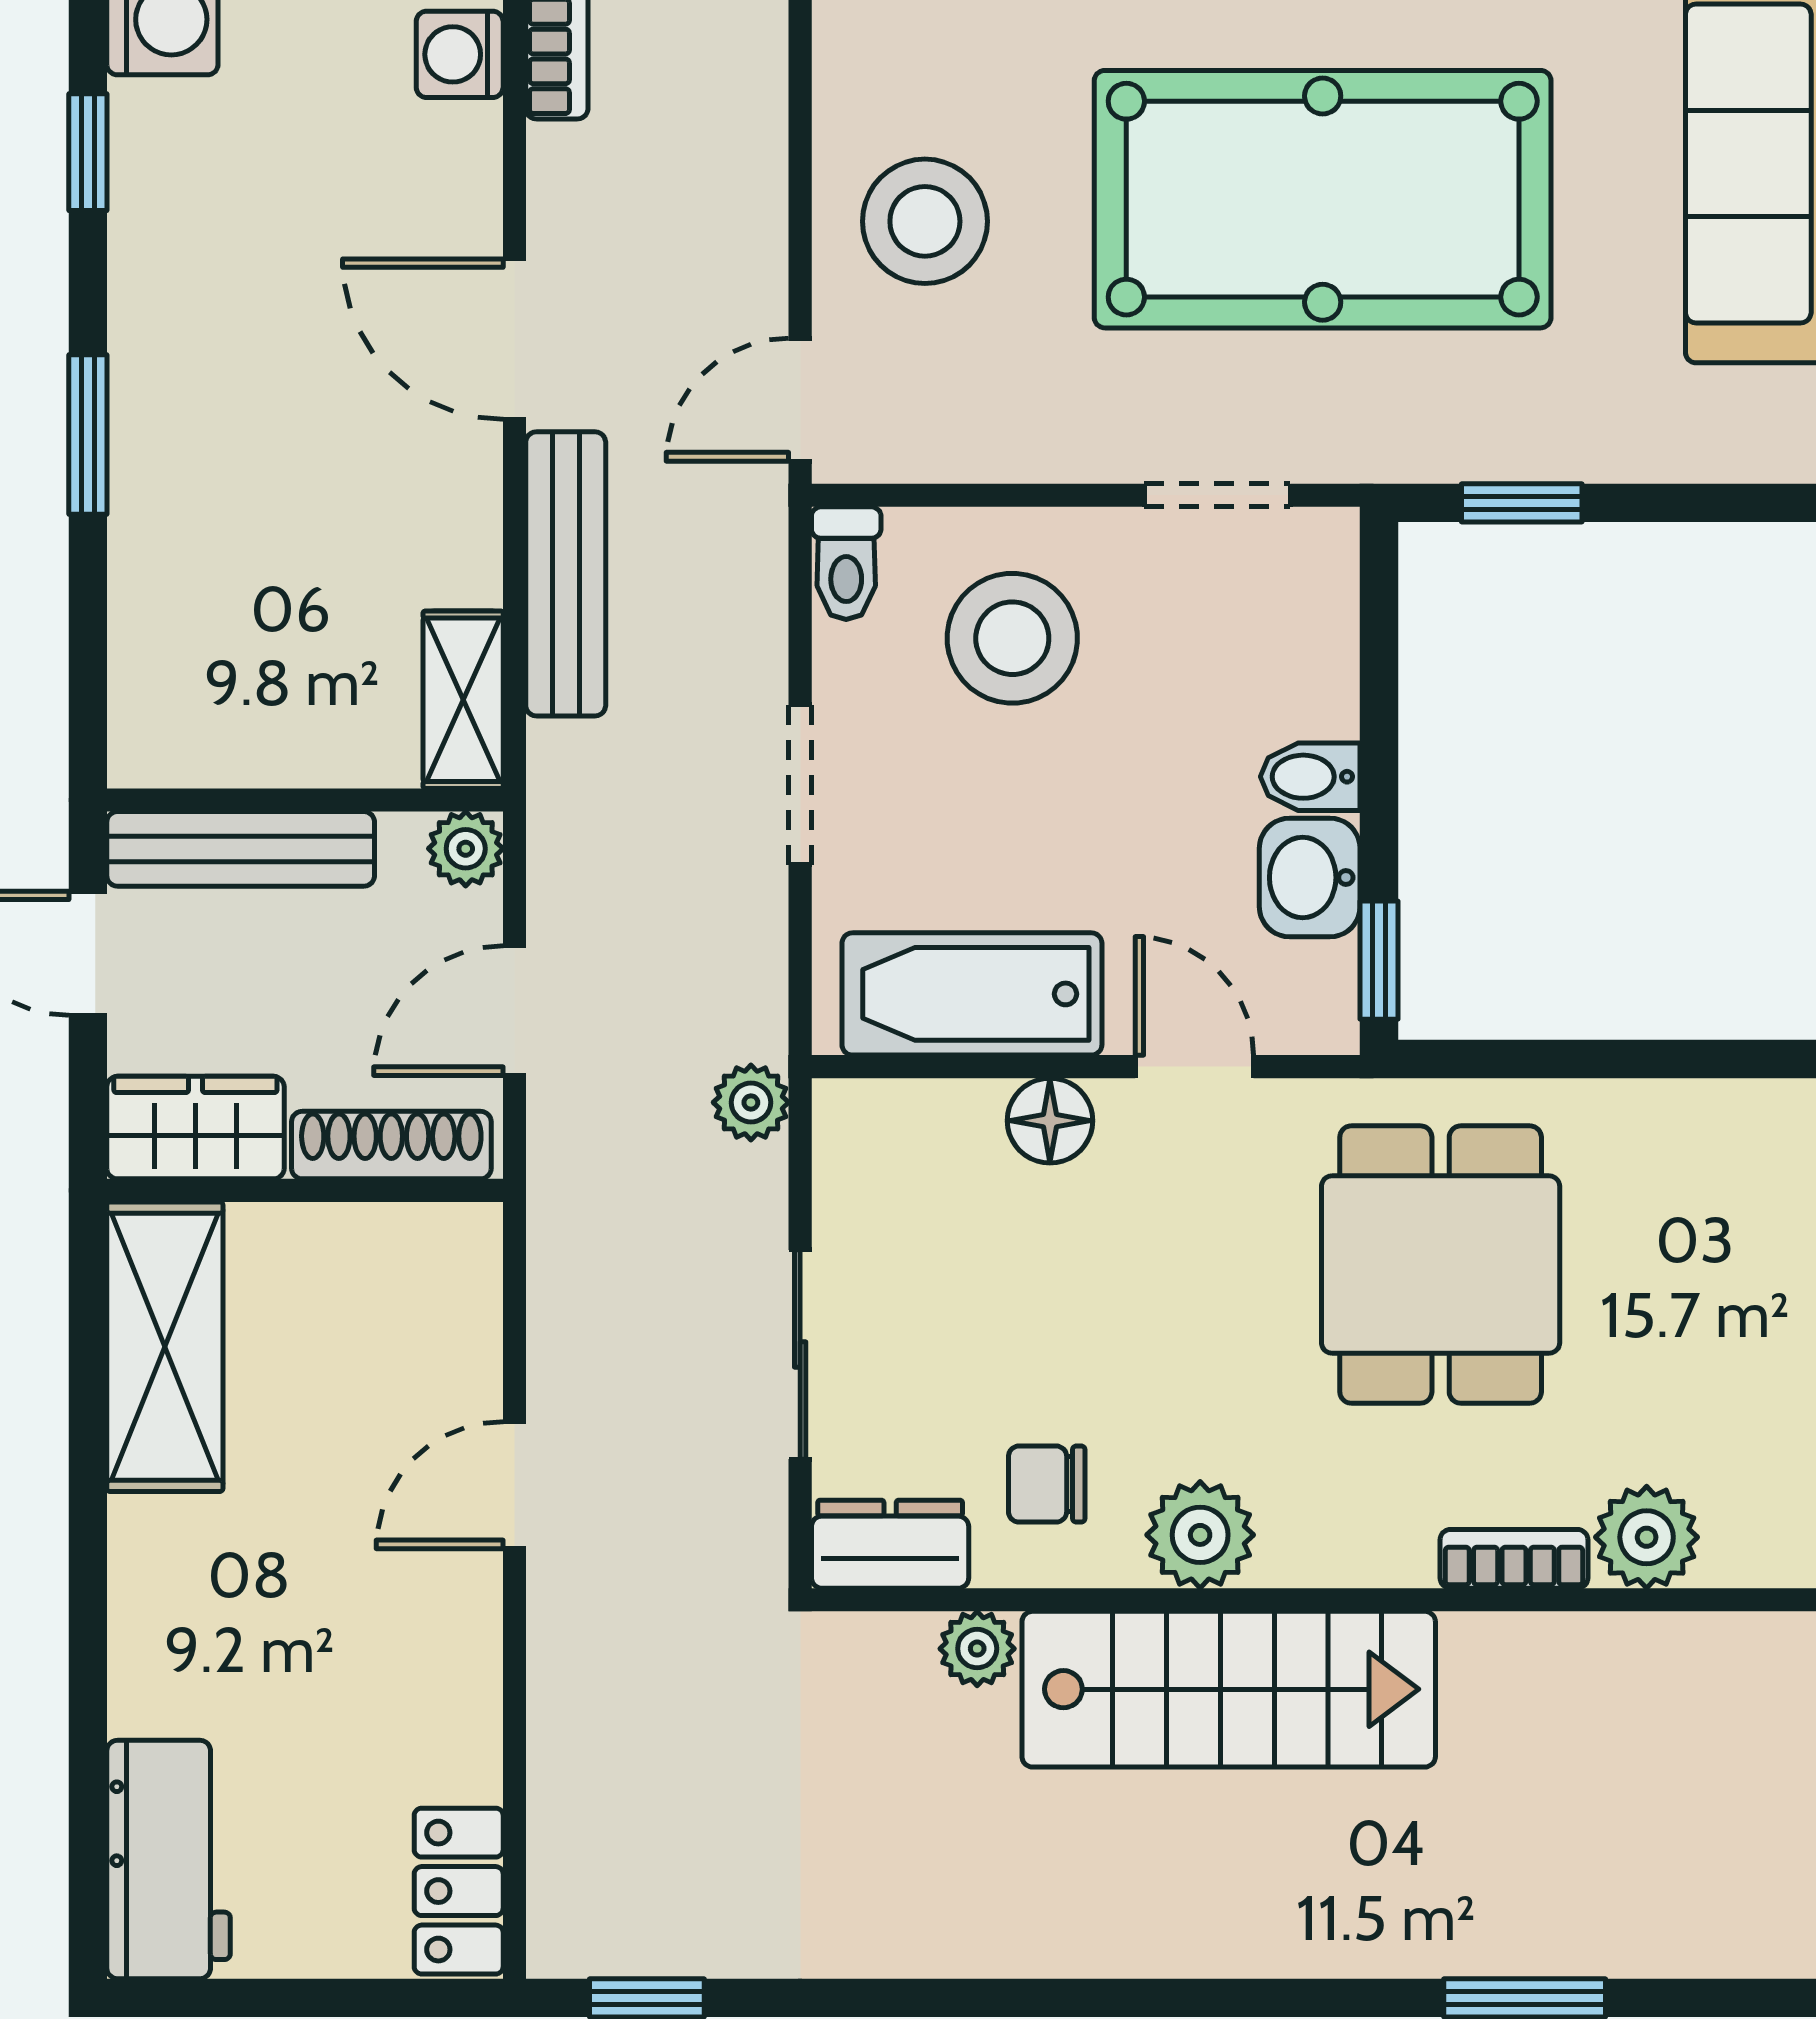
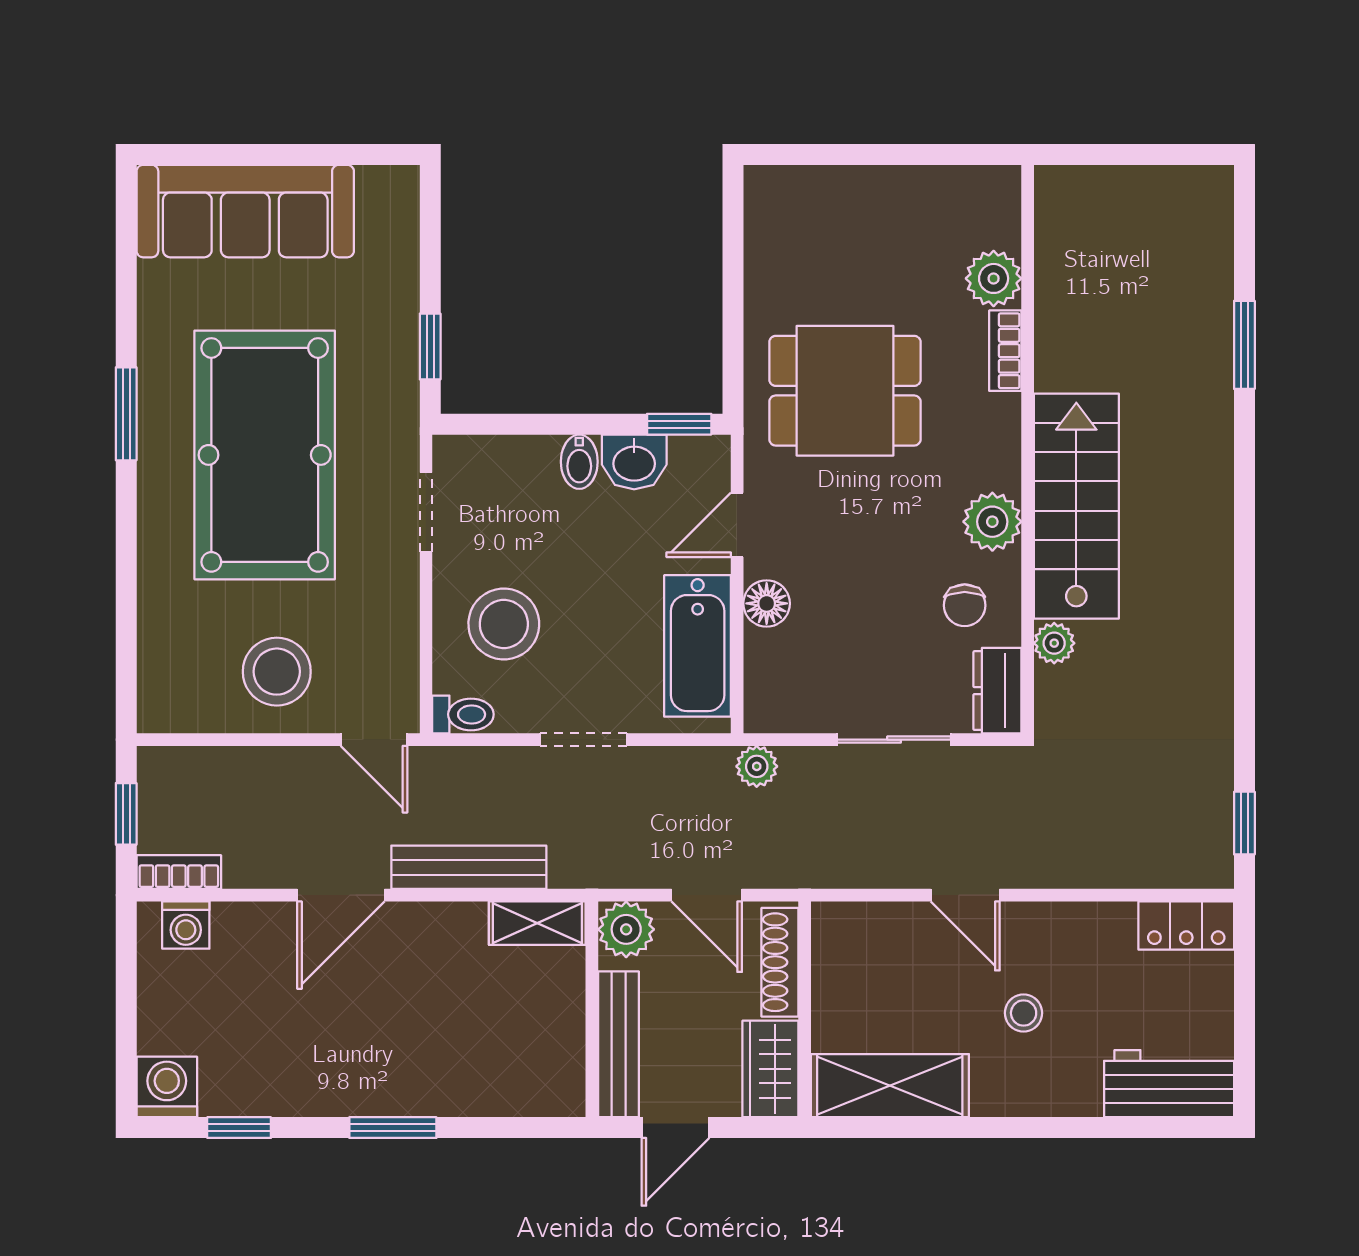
plant: (466, 849) -> (626, 929), width x1.38, depth x1.38
stool: (298, 1592) -> (1024, 1013), added

